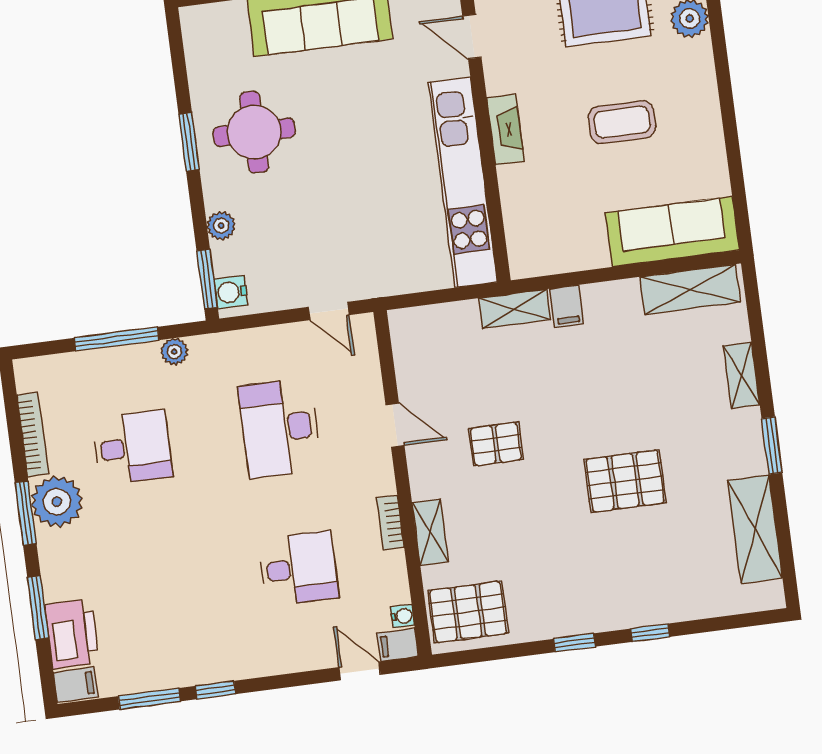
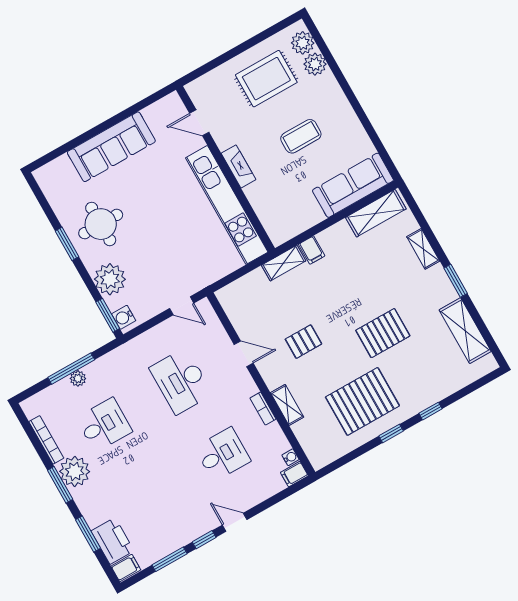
plant: (221, 226) -> (110, 279), width x1.87, depth x1.87
plant: (174, 352) -> (78, 378), moved
pallet: (468, 612) -> (362, 401), moved, width x1.37, depth x1.41
door: (360, 671) -> (235, 522), moved

